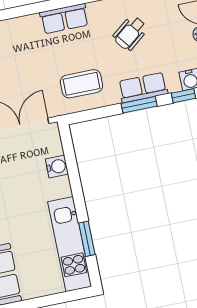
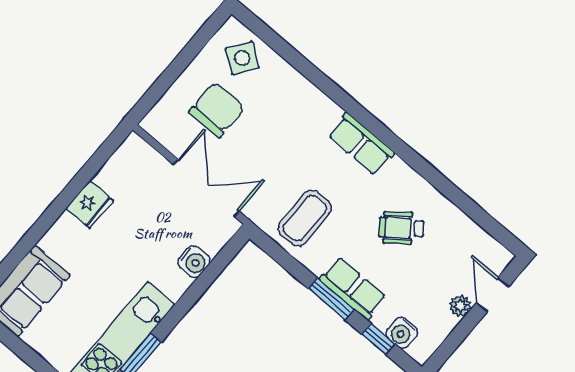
coffee table: (82, 84) -> (305, 218), turned 90

